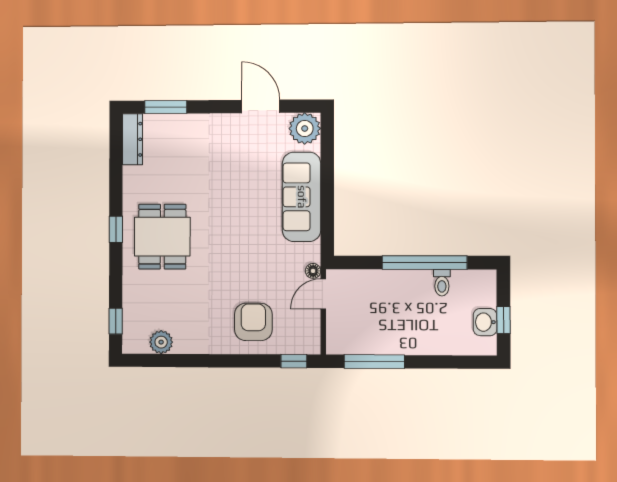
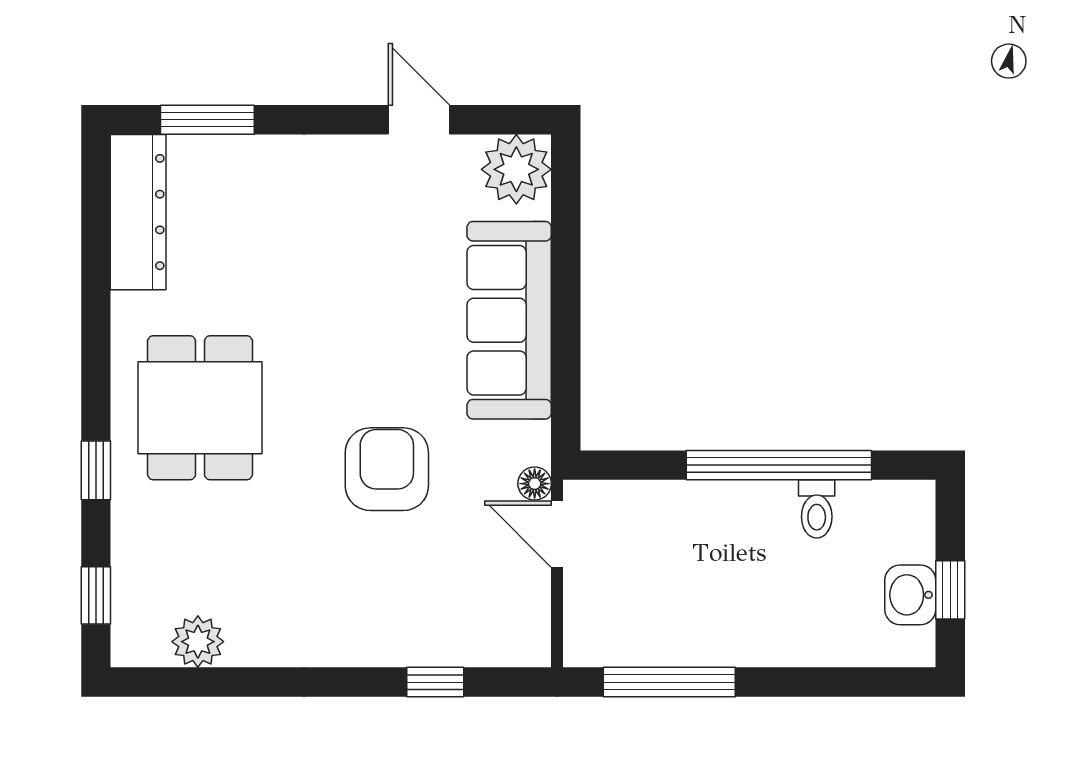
door: (261, 106) -> (419, 120), width x0.73
dresser: (132, 139) -> (138, 212), width x1.37, depth x1.24
window: (116, 229) -> (96, 470), moved
door: (323, 294) -> (557, 534), hinge flipped
armchair: (253, 322) -> (387, 469), moved
window: (294, 361) -> (435, 682), moved

